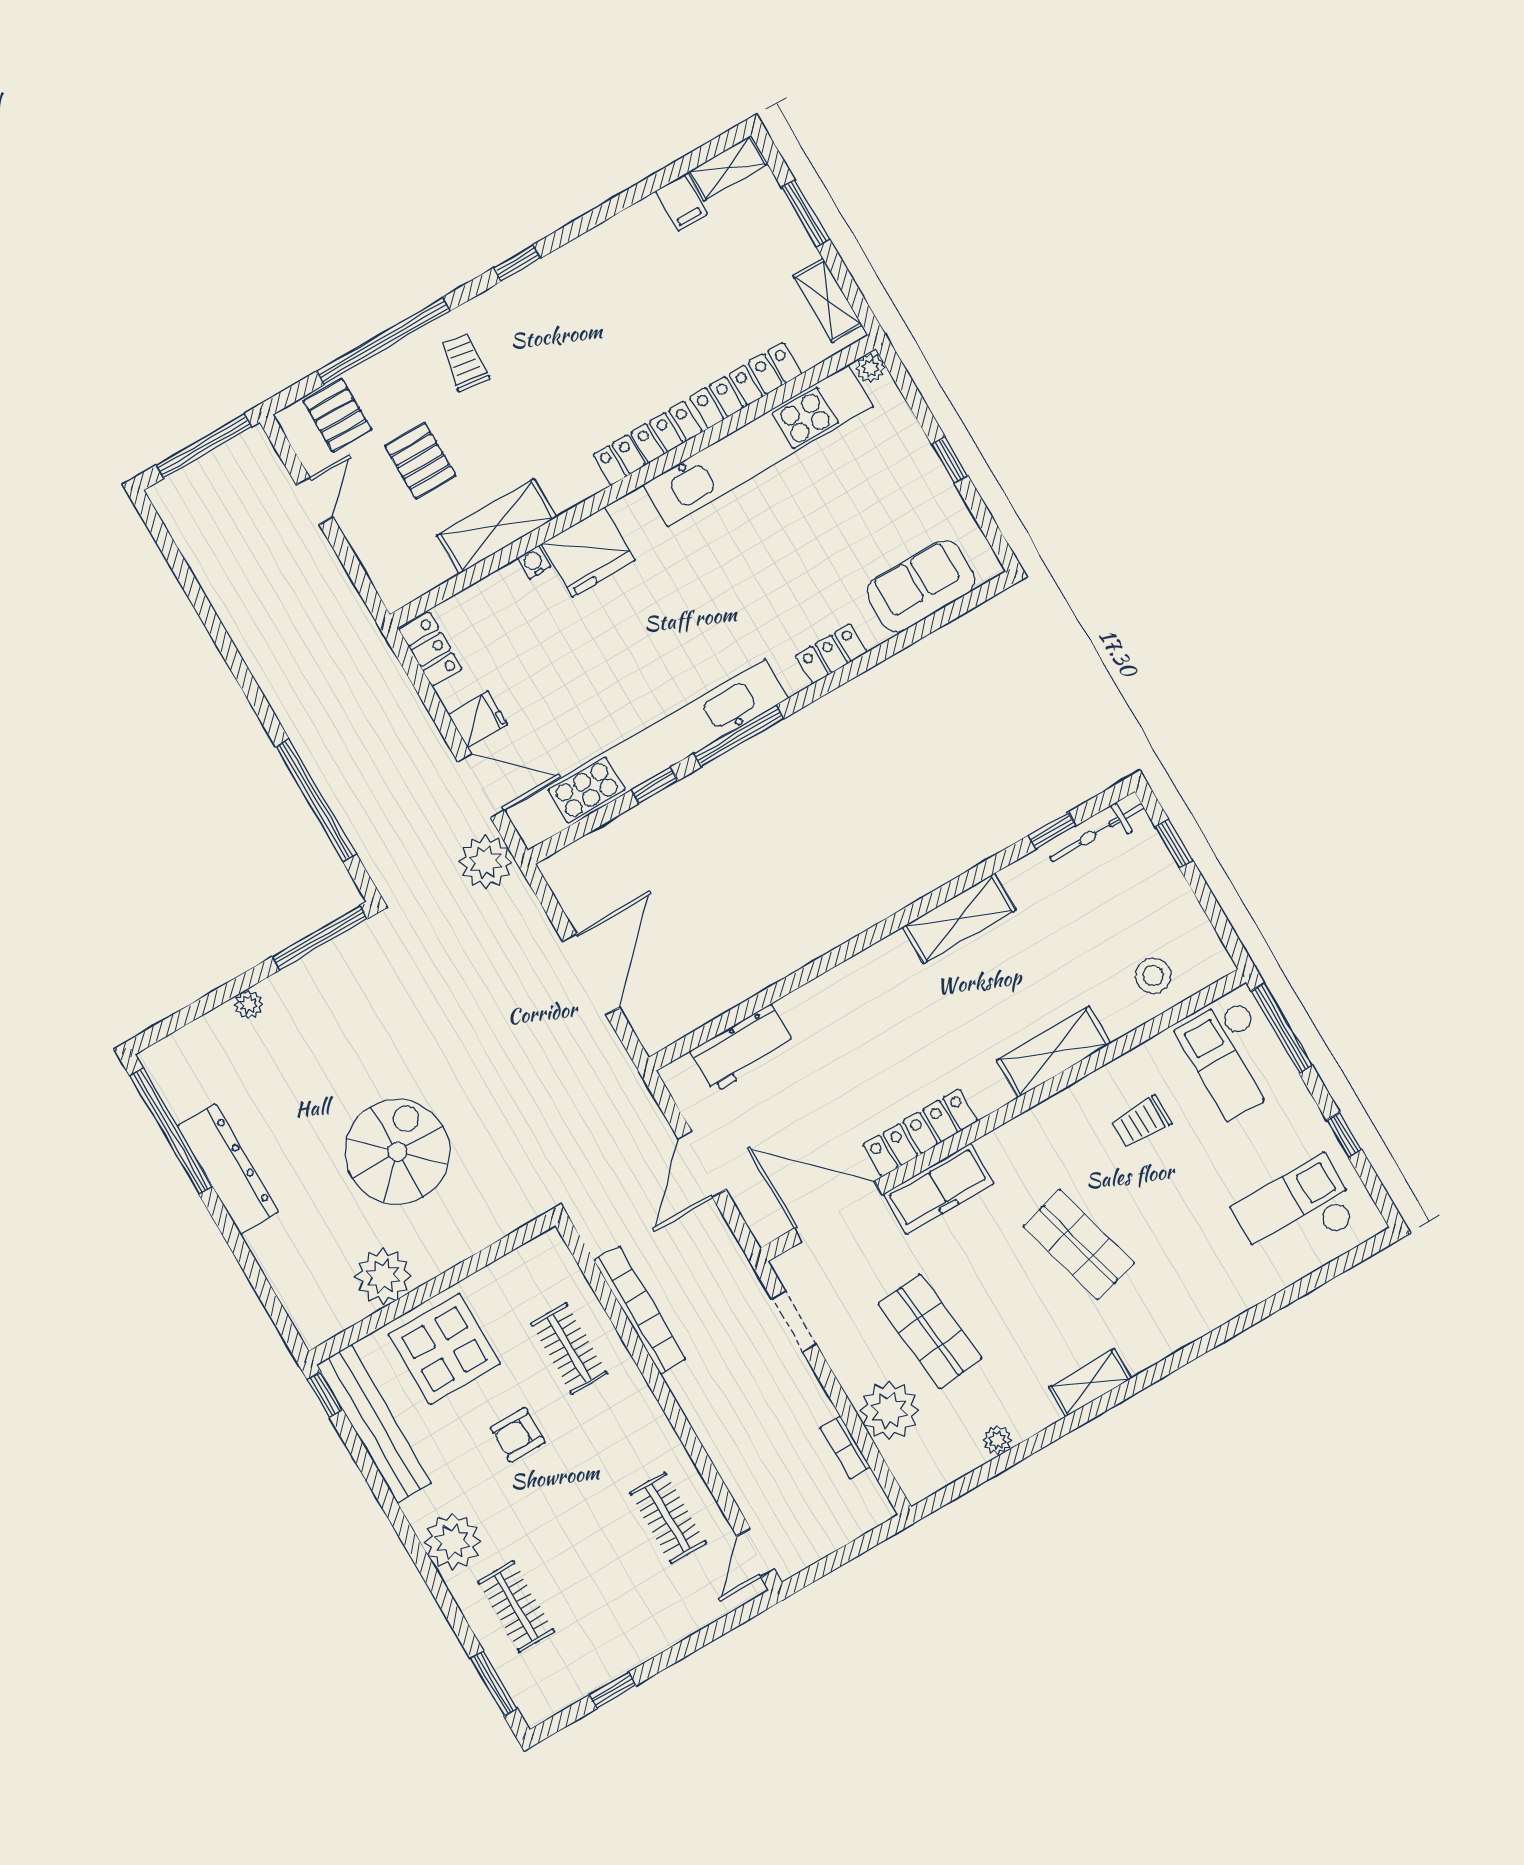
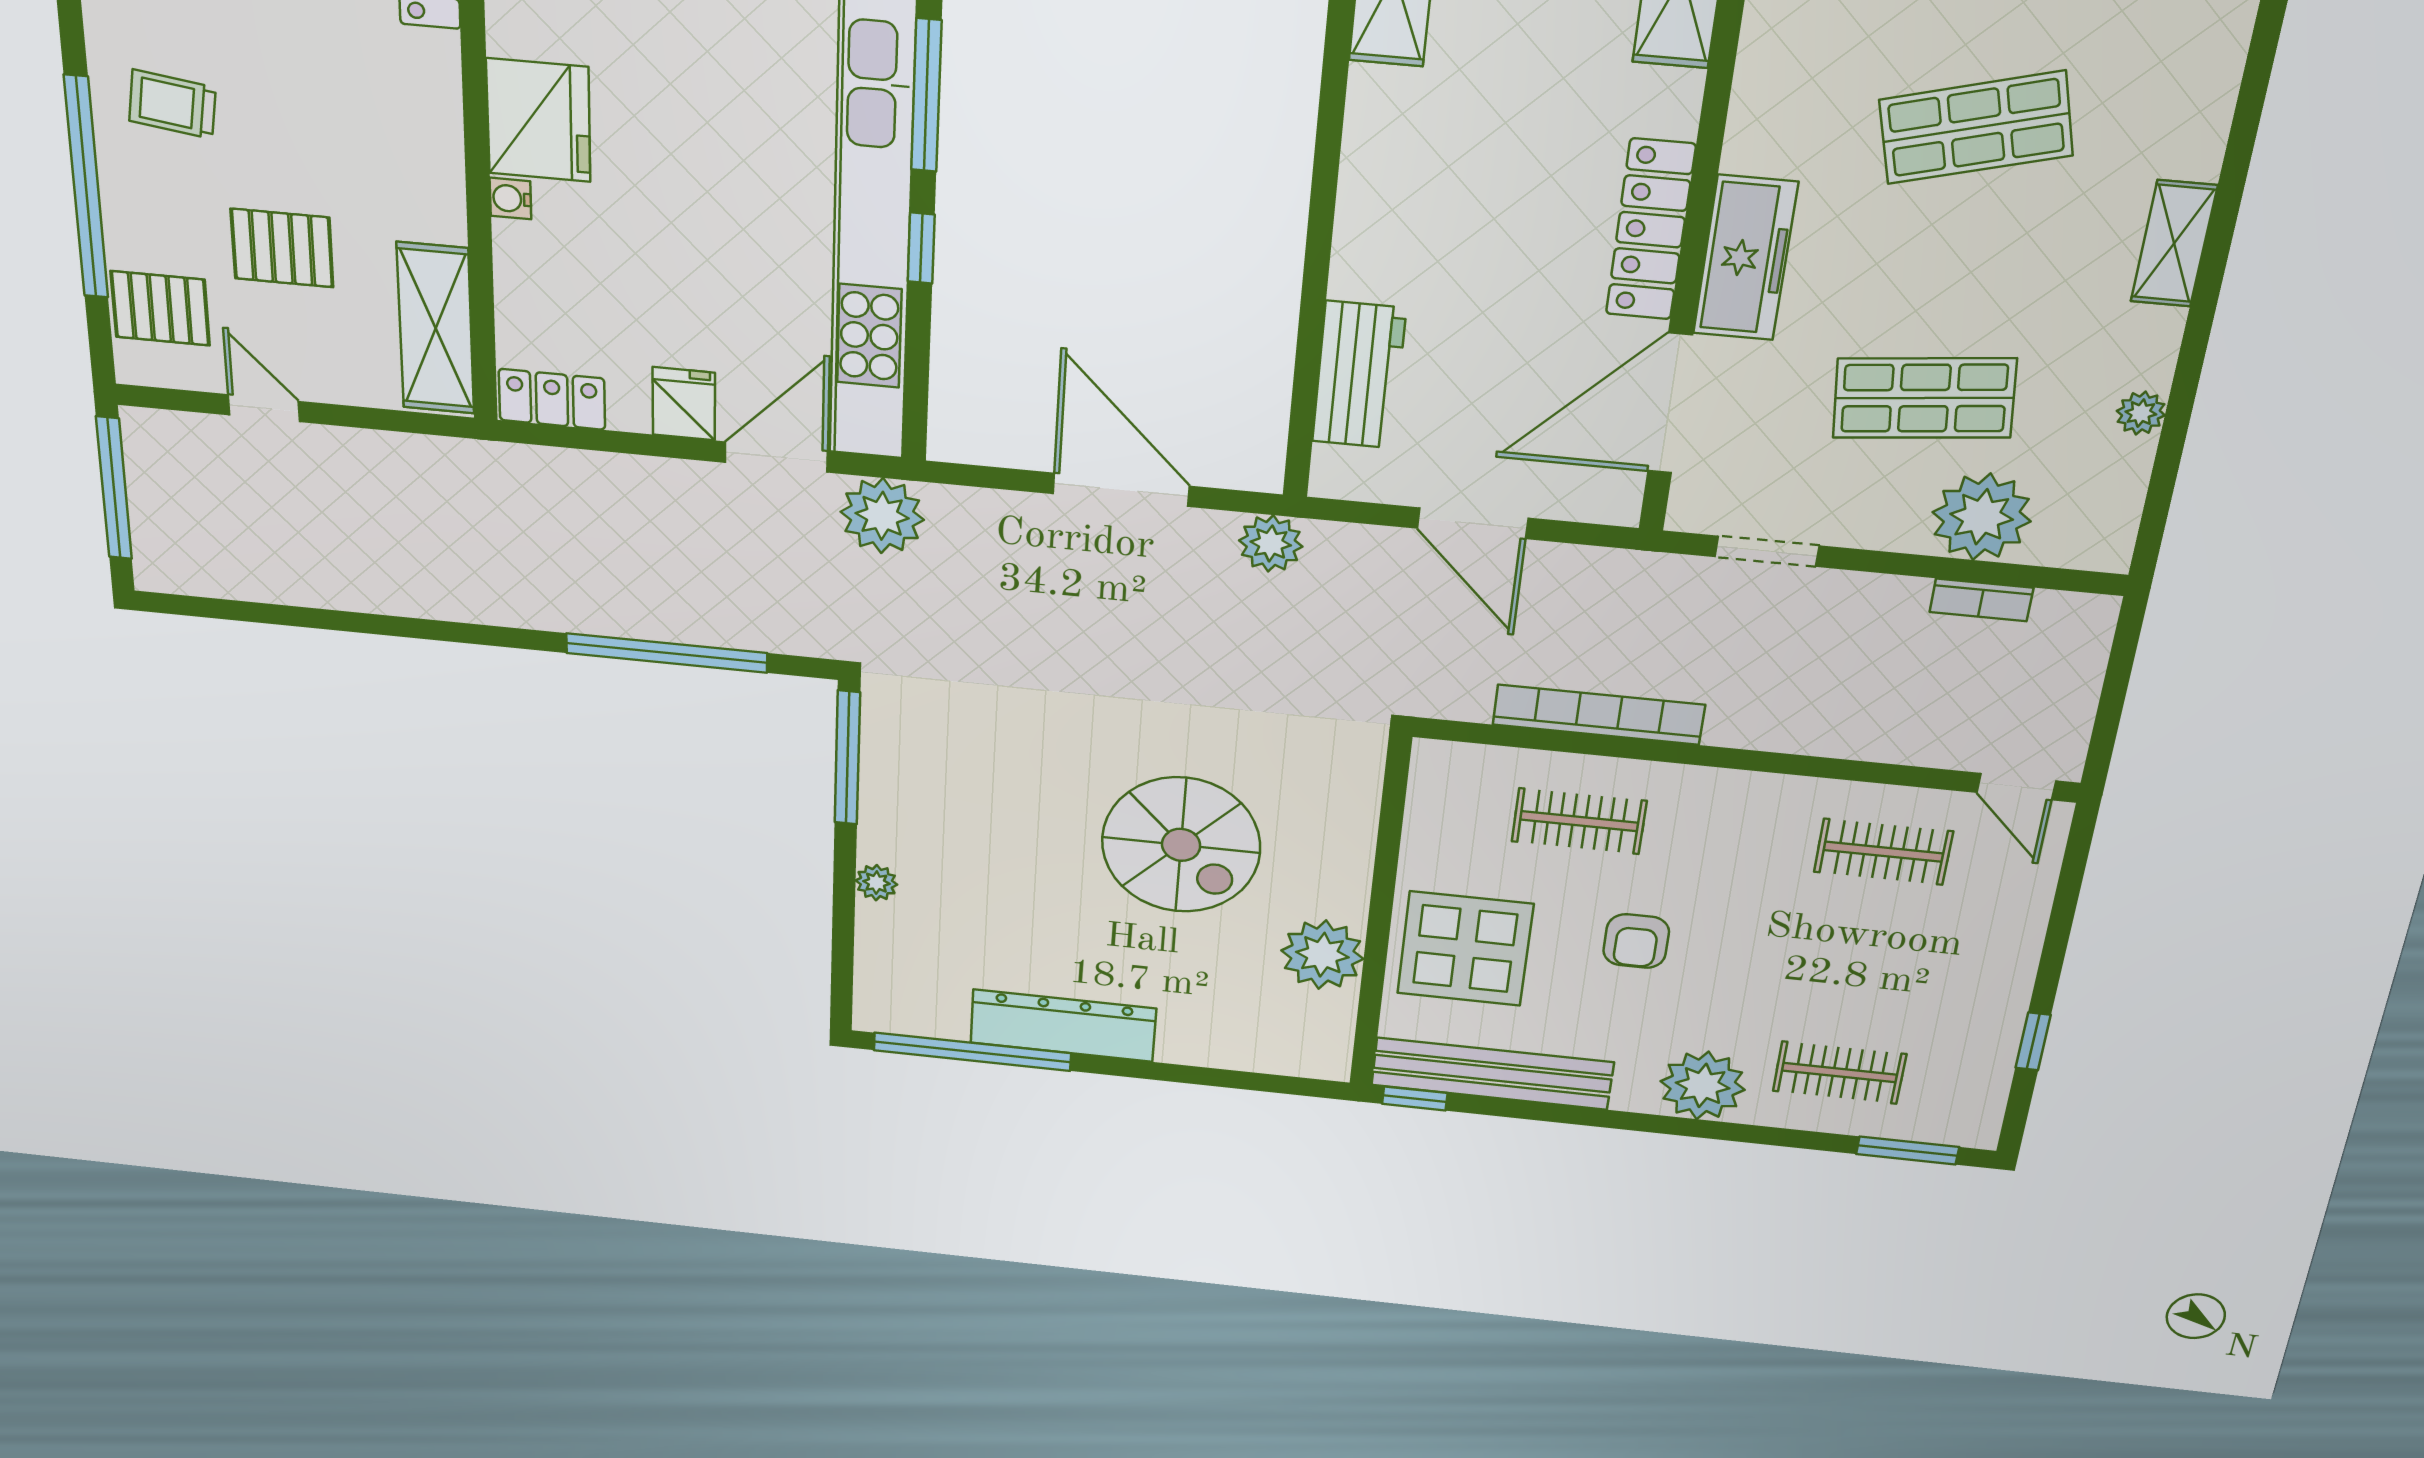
shelving: (497, 526) -> (436, 328), moved
plant: (616, 1071) -> (1271, 543), added
spiral stairs: (397, 1152) -> (1181, 845), turned 180

